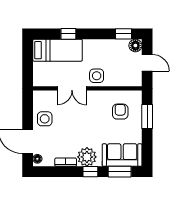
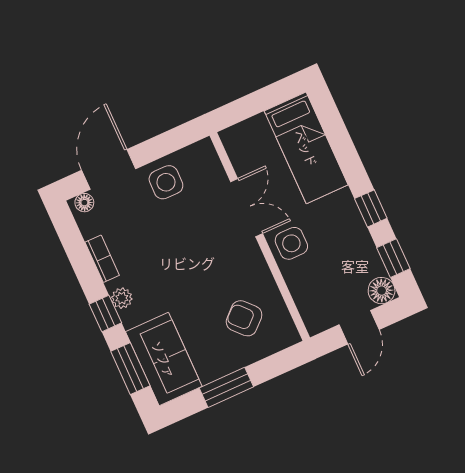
window: (68, 34) -> (371, 208), moved
double door: (72, 88) -> (247, 208), swing flipped
armchair: (120, 112) -> (244, 318), turned -133
window: (147, 117) -> (226, 387), moved
plant: (87, 157) -> (122, 298), width x0.53, depth x0.53

